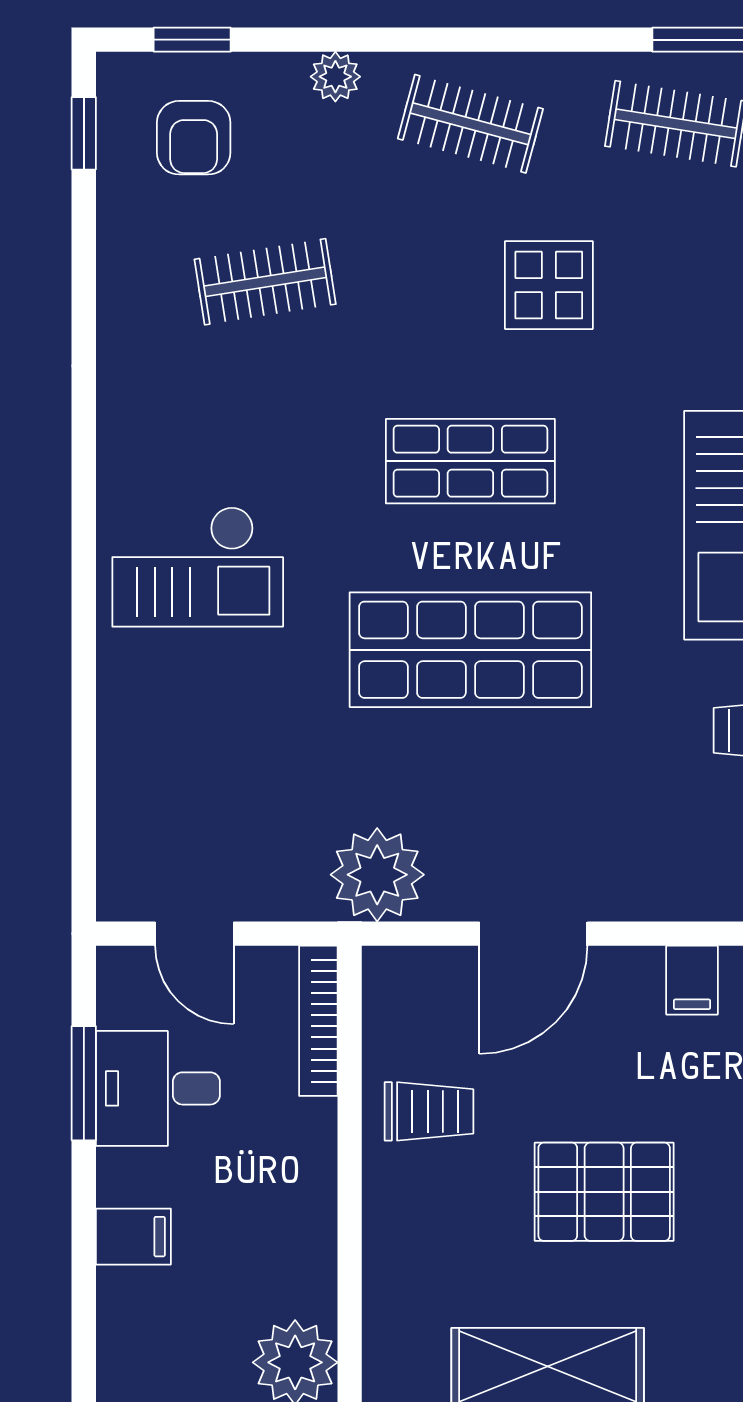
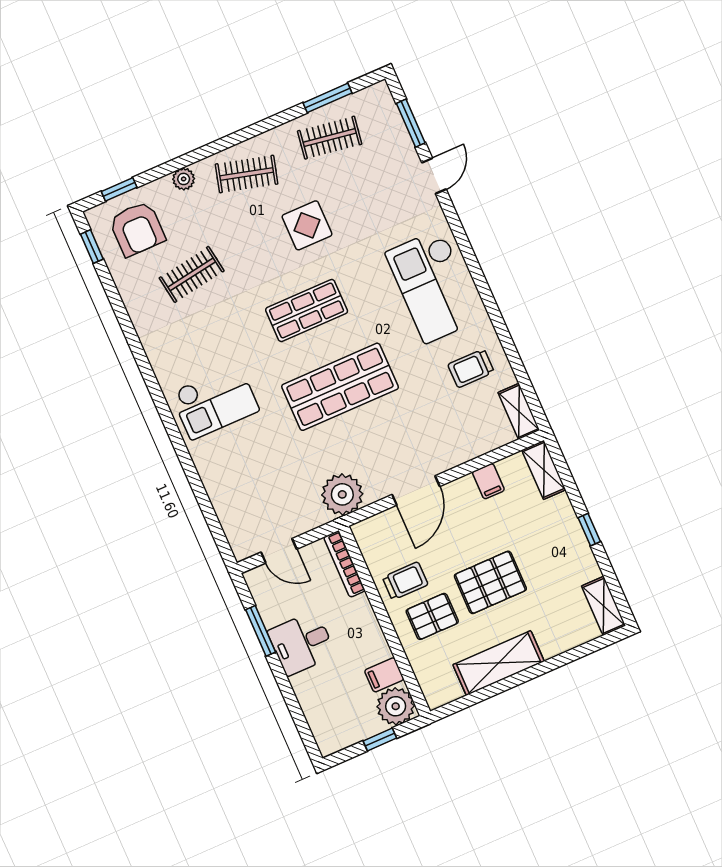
armchair: (194, 138) -> (137, 229), width x1.38, depth x1.38
desk: (158, 1088) -> (302, 643), moved
pallet: (452, 1209) -> (432, 616), added
filing cabinet: (133, 1237) -> (384, 675), moved, turned 180

